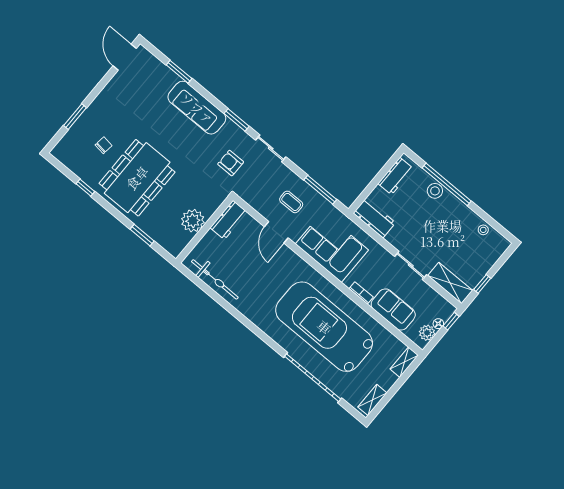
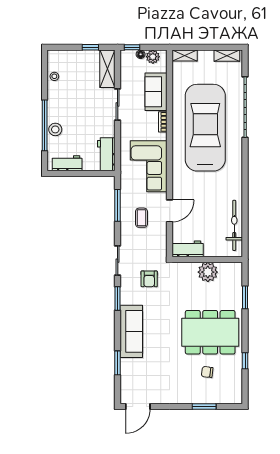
car: (324, 327) -> (205, 128), turned 180

